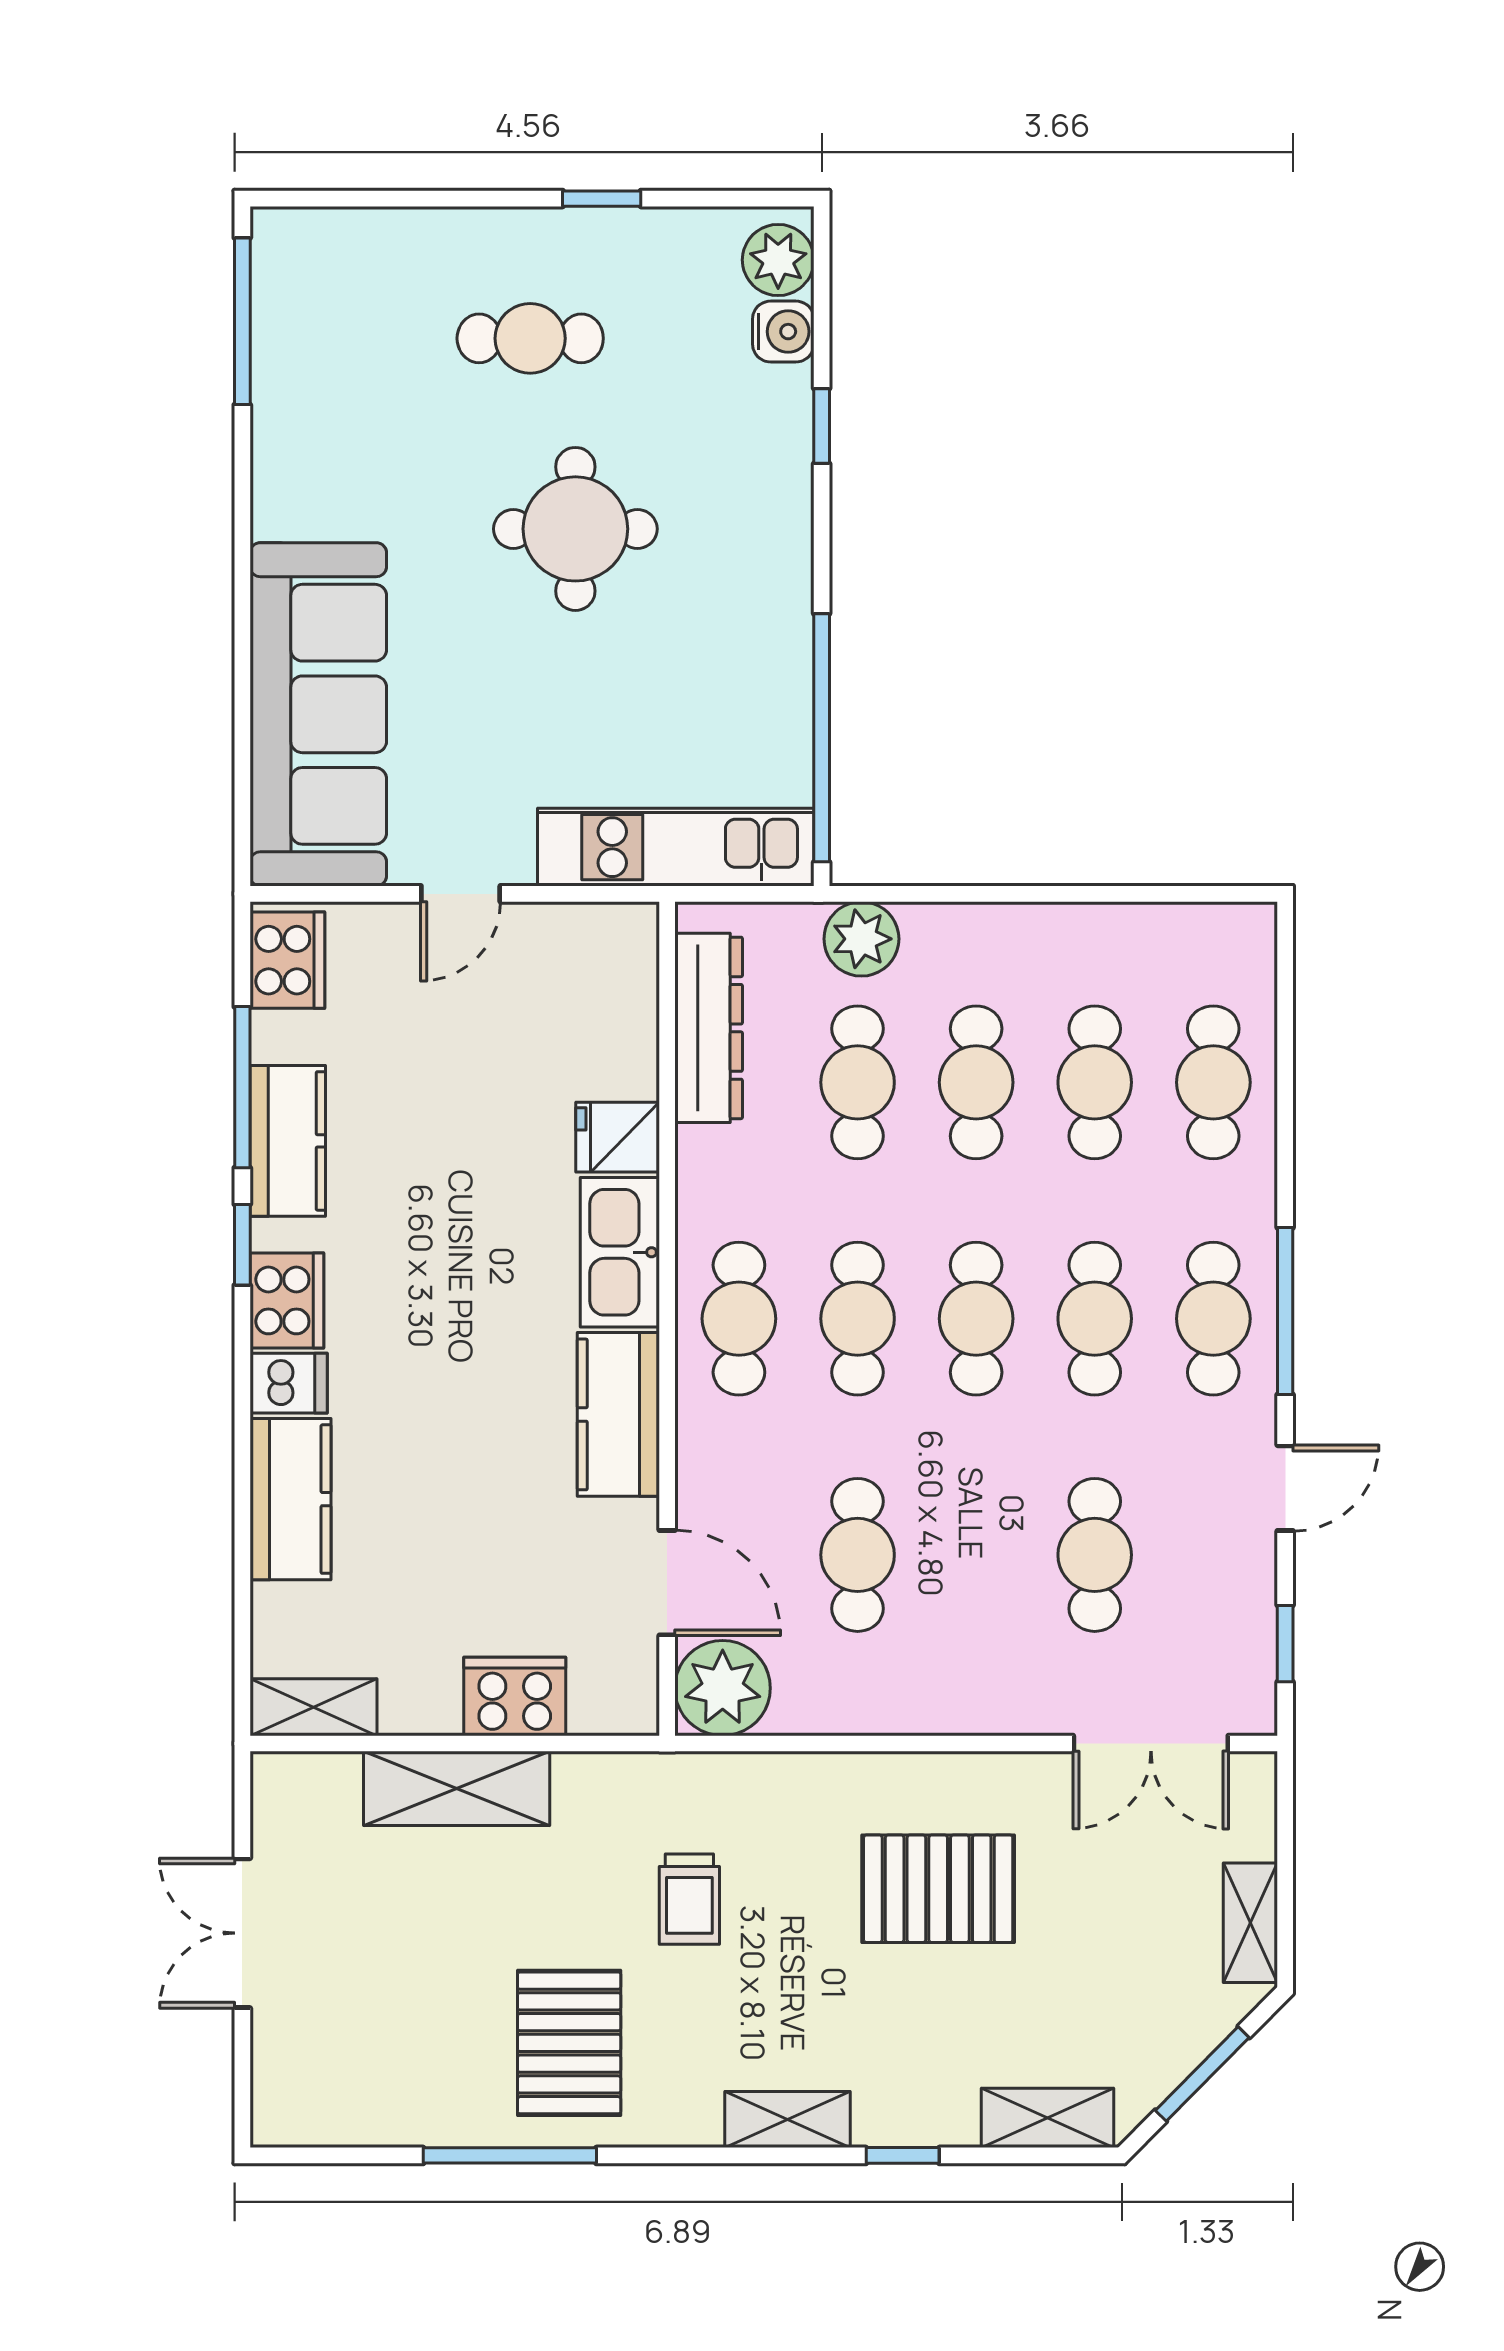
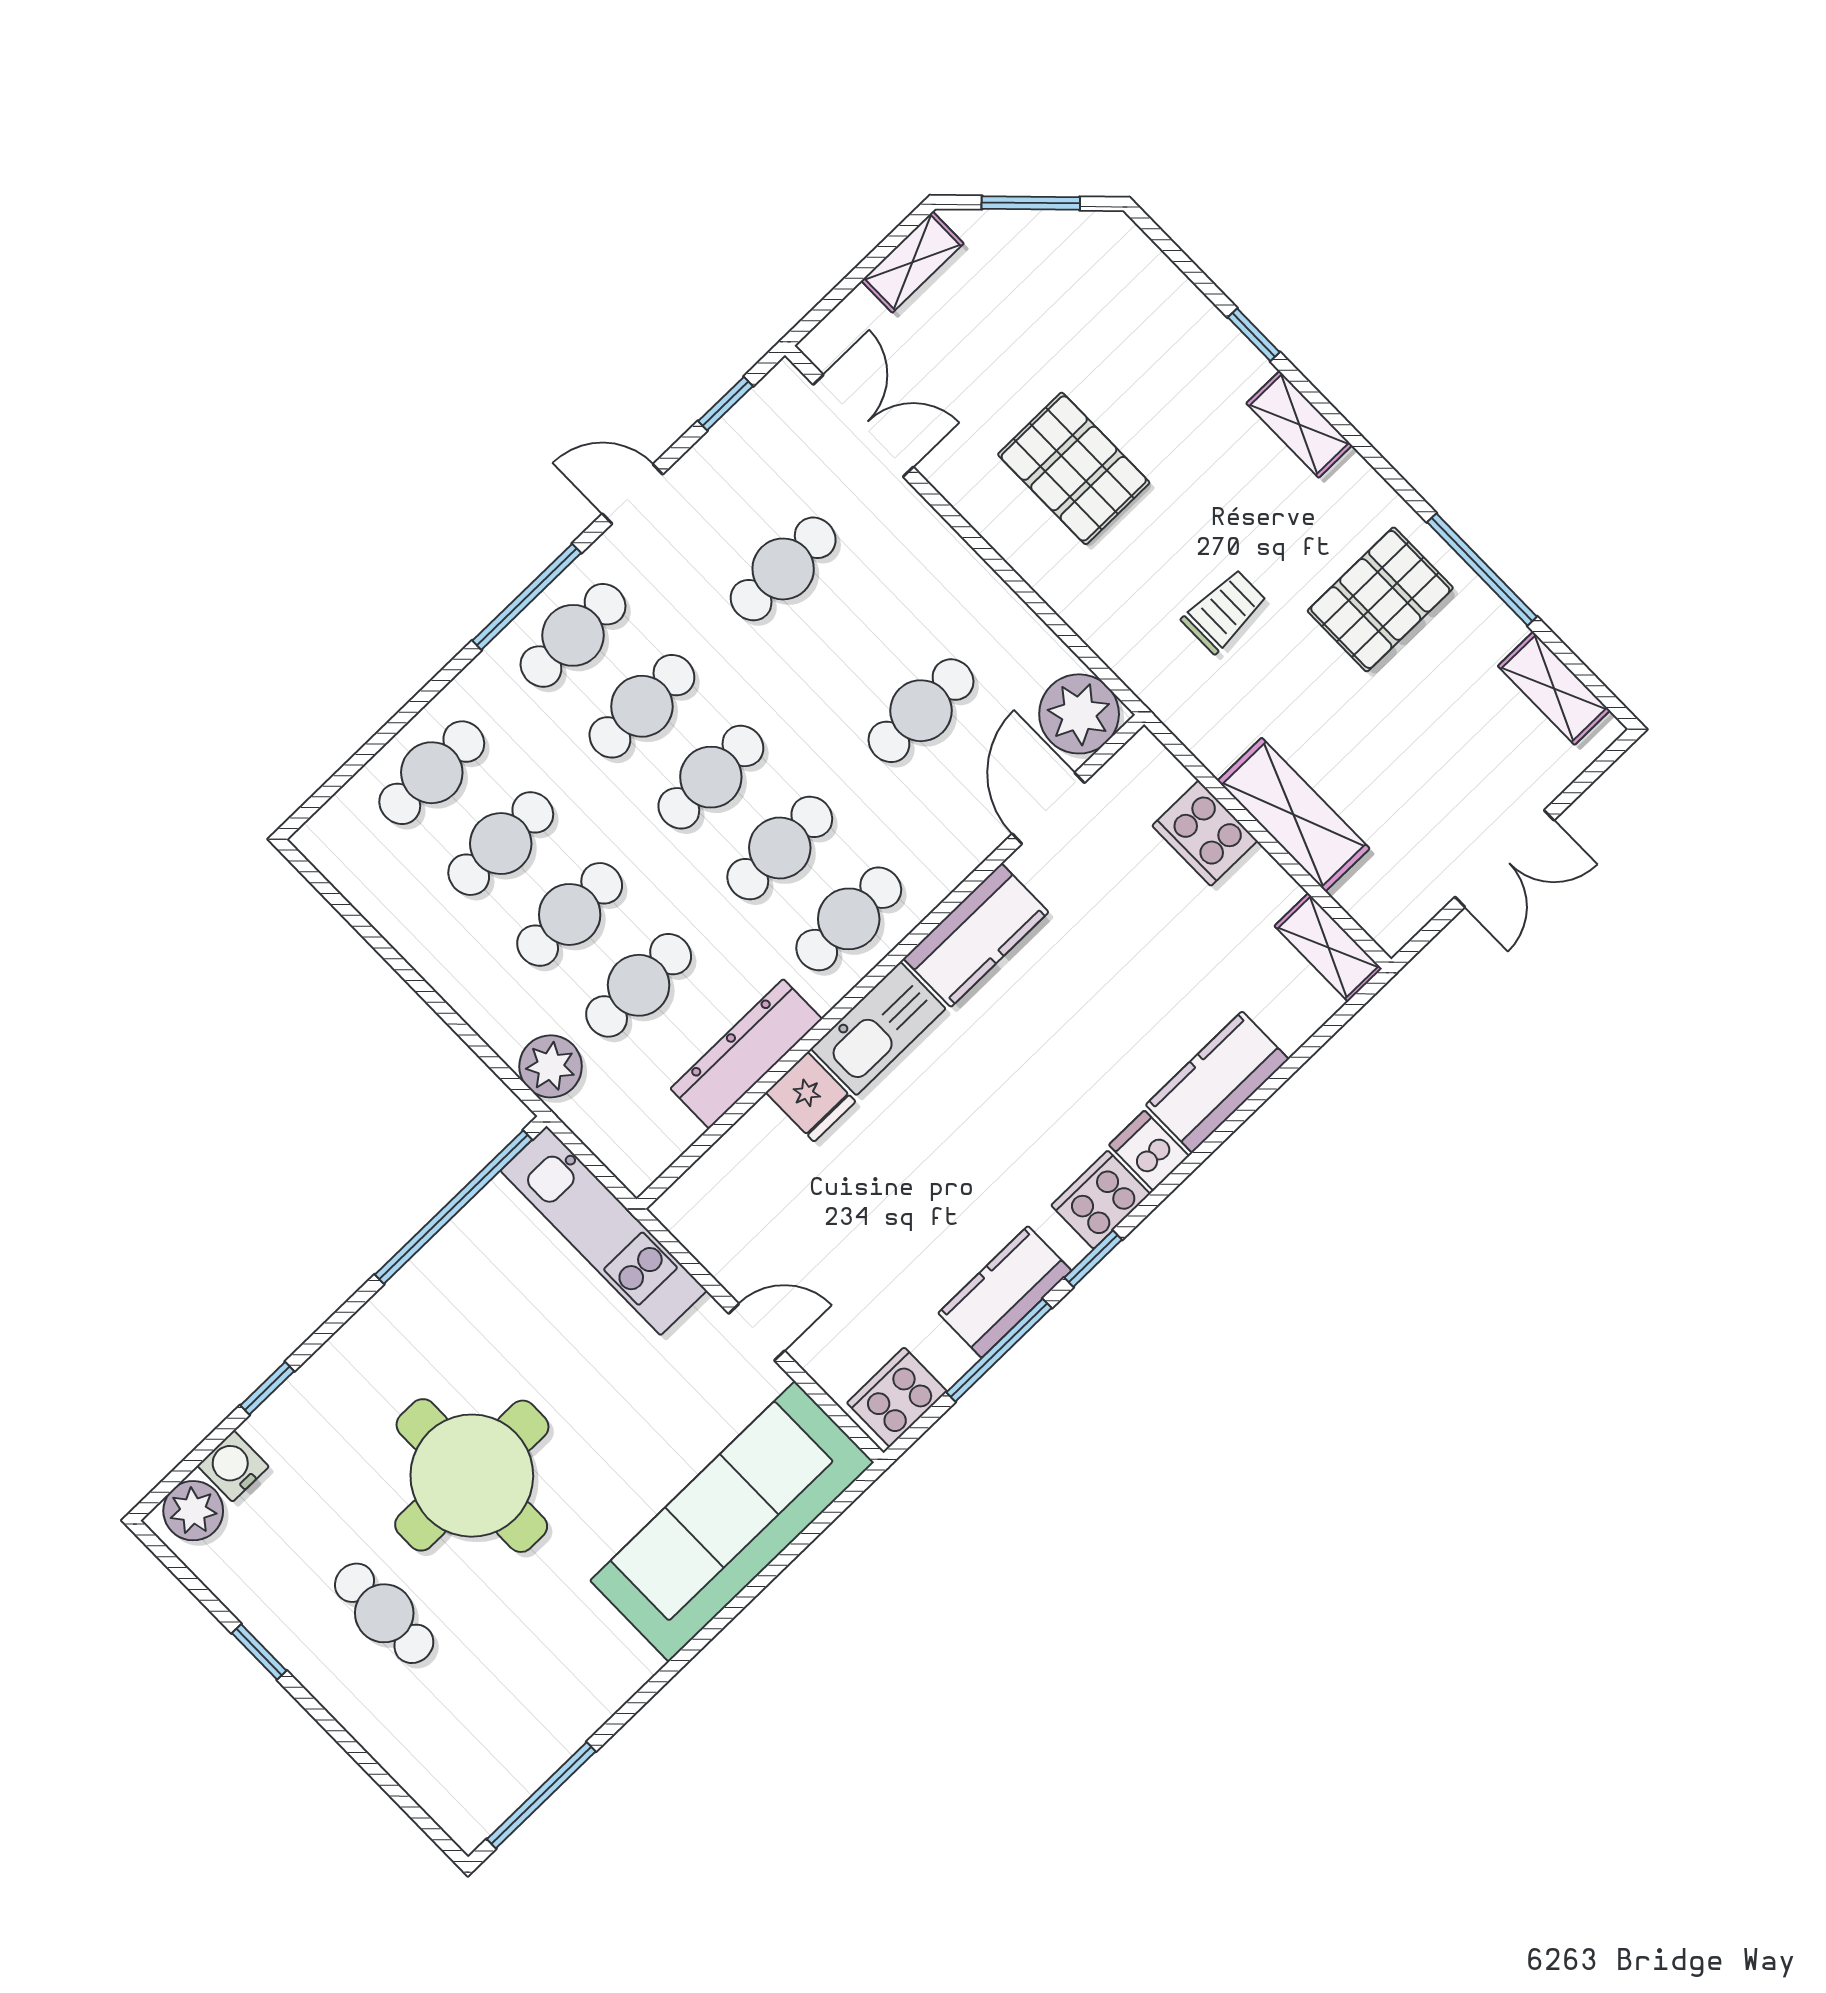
round table: (575, 529) -> (472, 1476), width x1.36, depth x1.36
dresser: (709, 1028) -> (746, 1054), moved
shelving: (1048, 2118) -> (1554, 688), moved

